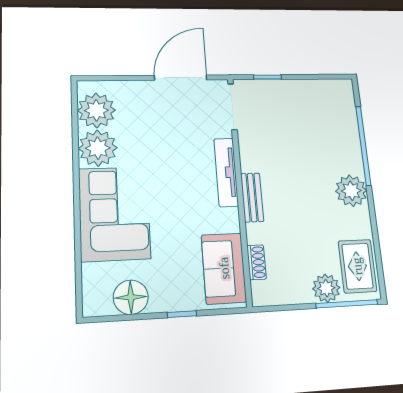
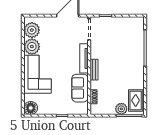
plant: (351, 191) -> (137, 68), removed
sofa: (224, 268) -> (80, 88), moved
floor lamp: (131, 297) -> (31, 108), moved

